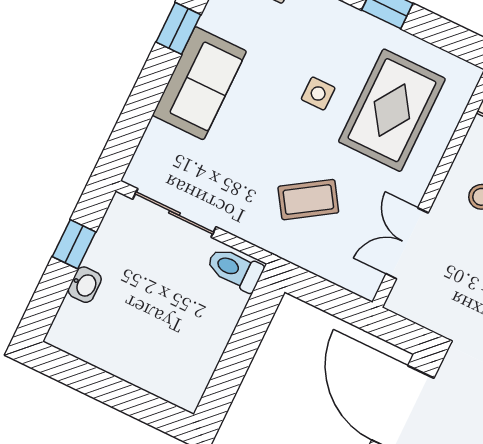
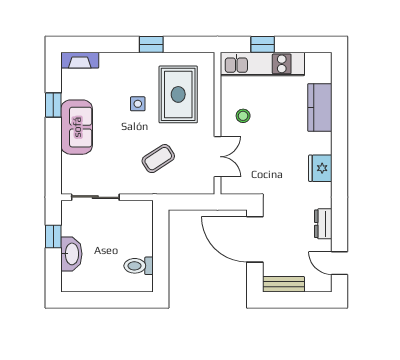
double door: (407, 243) -> (217, 157), swing flipped
toilet: (235, 269) -> (139, 266), moved
washbasin: (85, 285) -> (71, 254), width x1.91, depth x1.45

